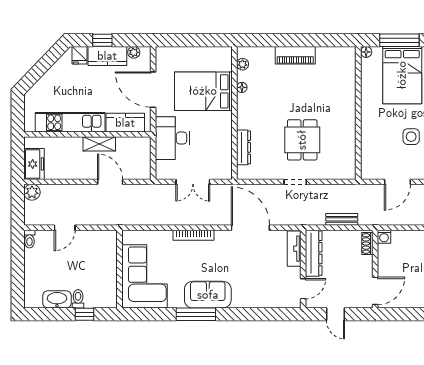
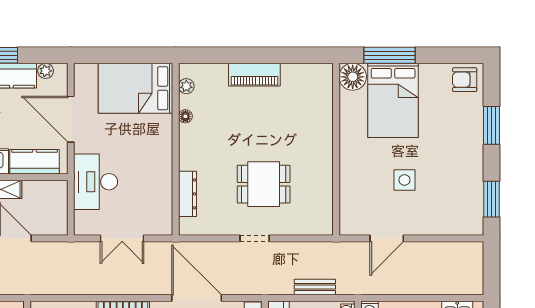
floor lamp: (366, 52) -> (353, 77), width x1.89, depth x1.89
bed: (203, 91) -> (136, 88), moved
dining table: (302, 140) -> (264, 184), turned 90

